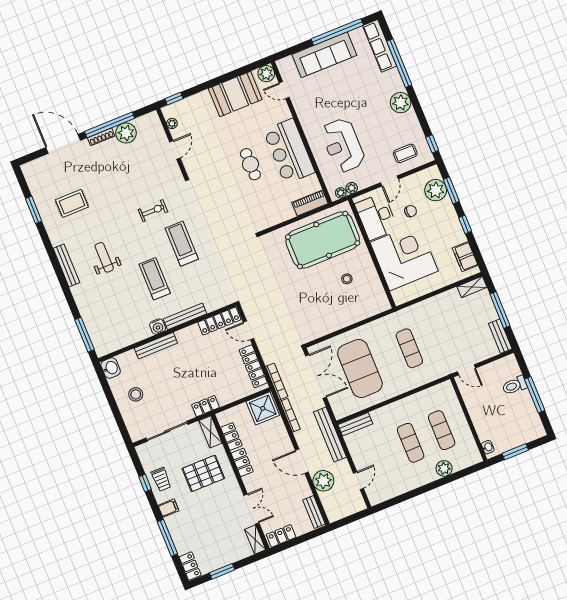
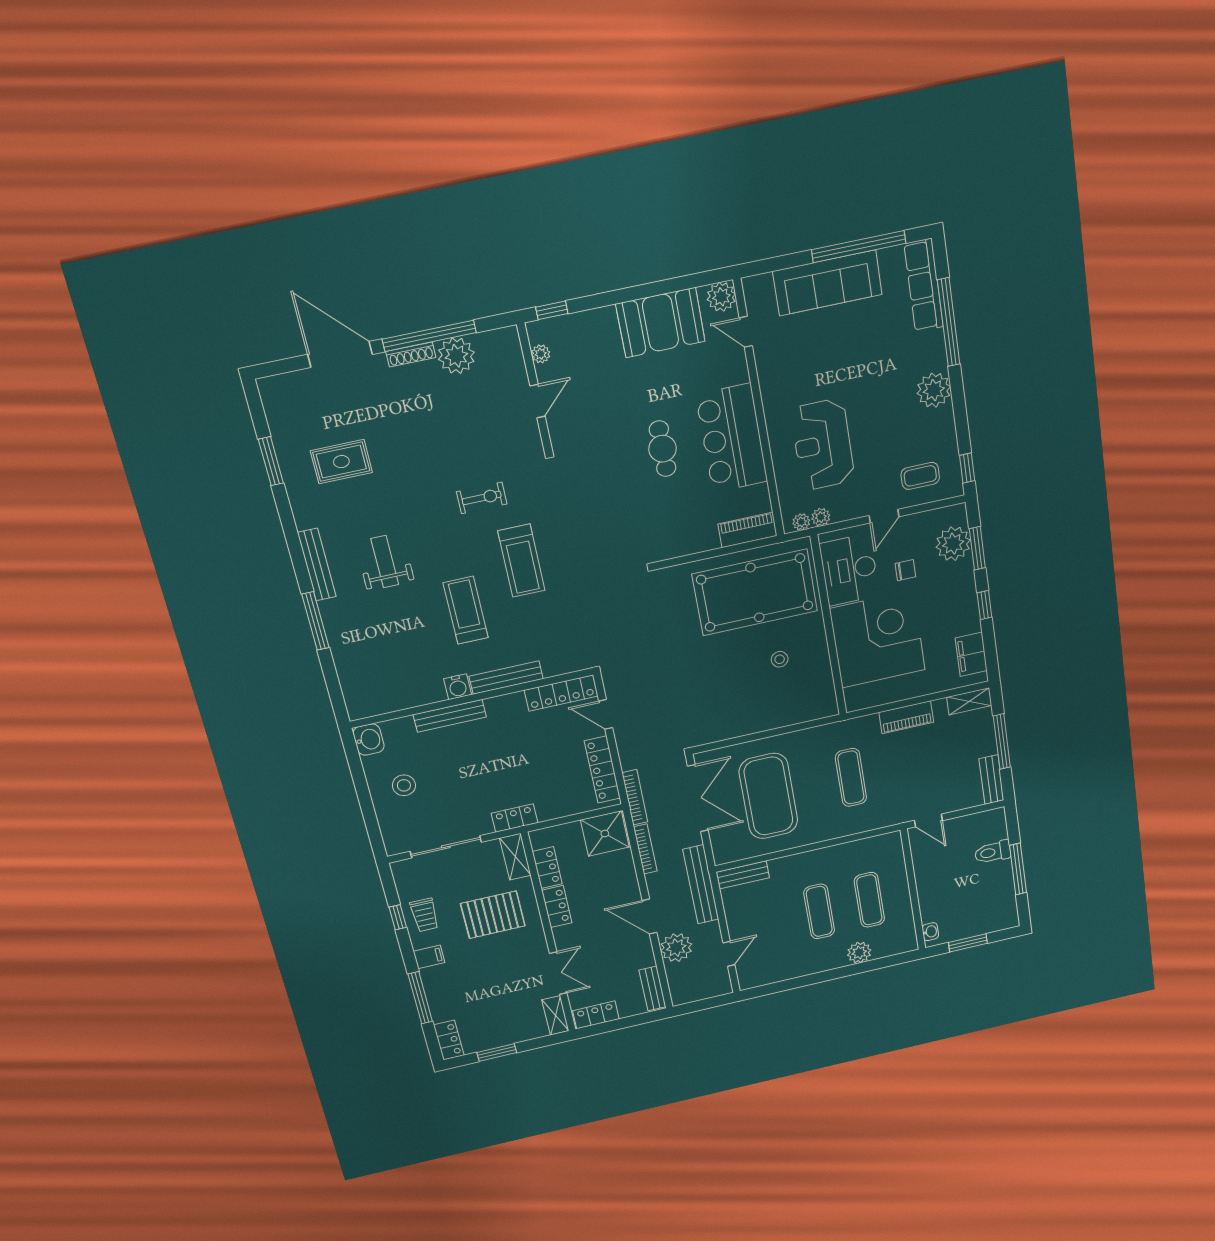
treadmill: (182, 244) -> (521, 561), turned 180
piano: (435, 303) -> (906, 717), added
window: (85, 335) -> (315, 621), moved

